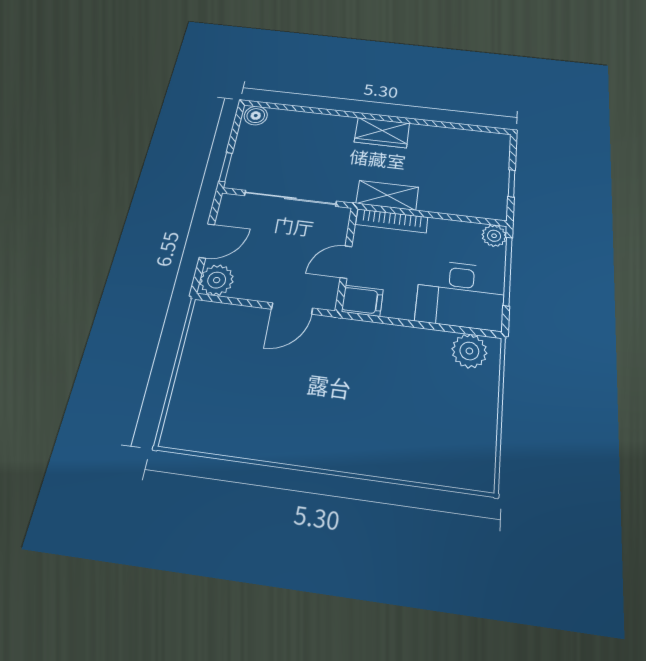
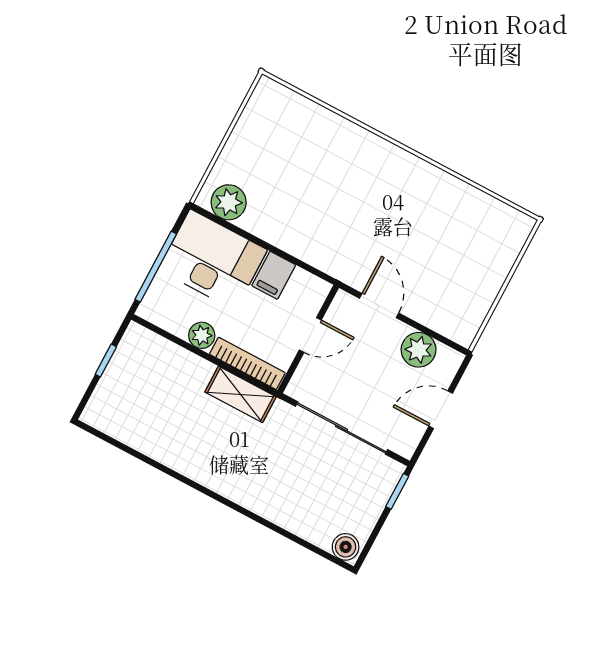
wardrobe: (382, 133) -> (216, 474), removed
plant: (494, 236) -> (202, 335), moved
plant: (217, 280) -> (419, 350), moved
filing cabinet: (362, 301) -> (274, 275), moved, turned -90
door: (292, 309) -> (379, 306), hinge flipped

